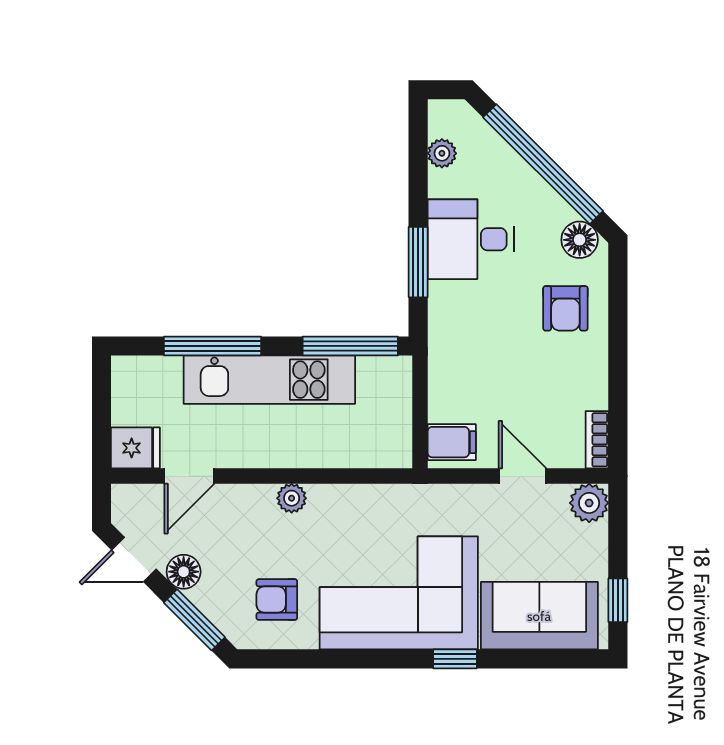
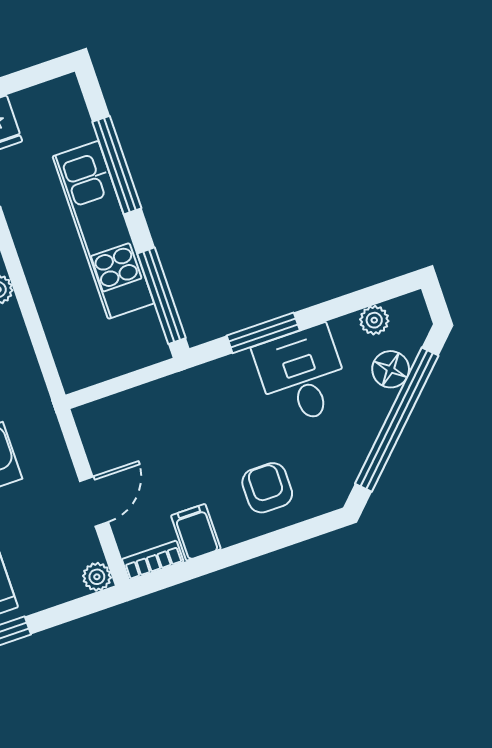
floor lamp: (580, 240) -> (391, 369), moved
armchair: (565, 308) -> (267, 488), turned 90
filing cabinet: (452, 442) -> (196, 532), moved, turned 180
plant: (589, 503) -> (97, 577), width x0.73, depth x0.73

